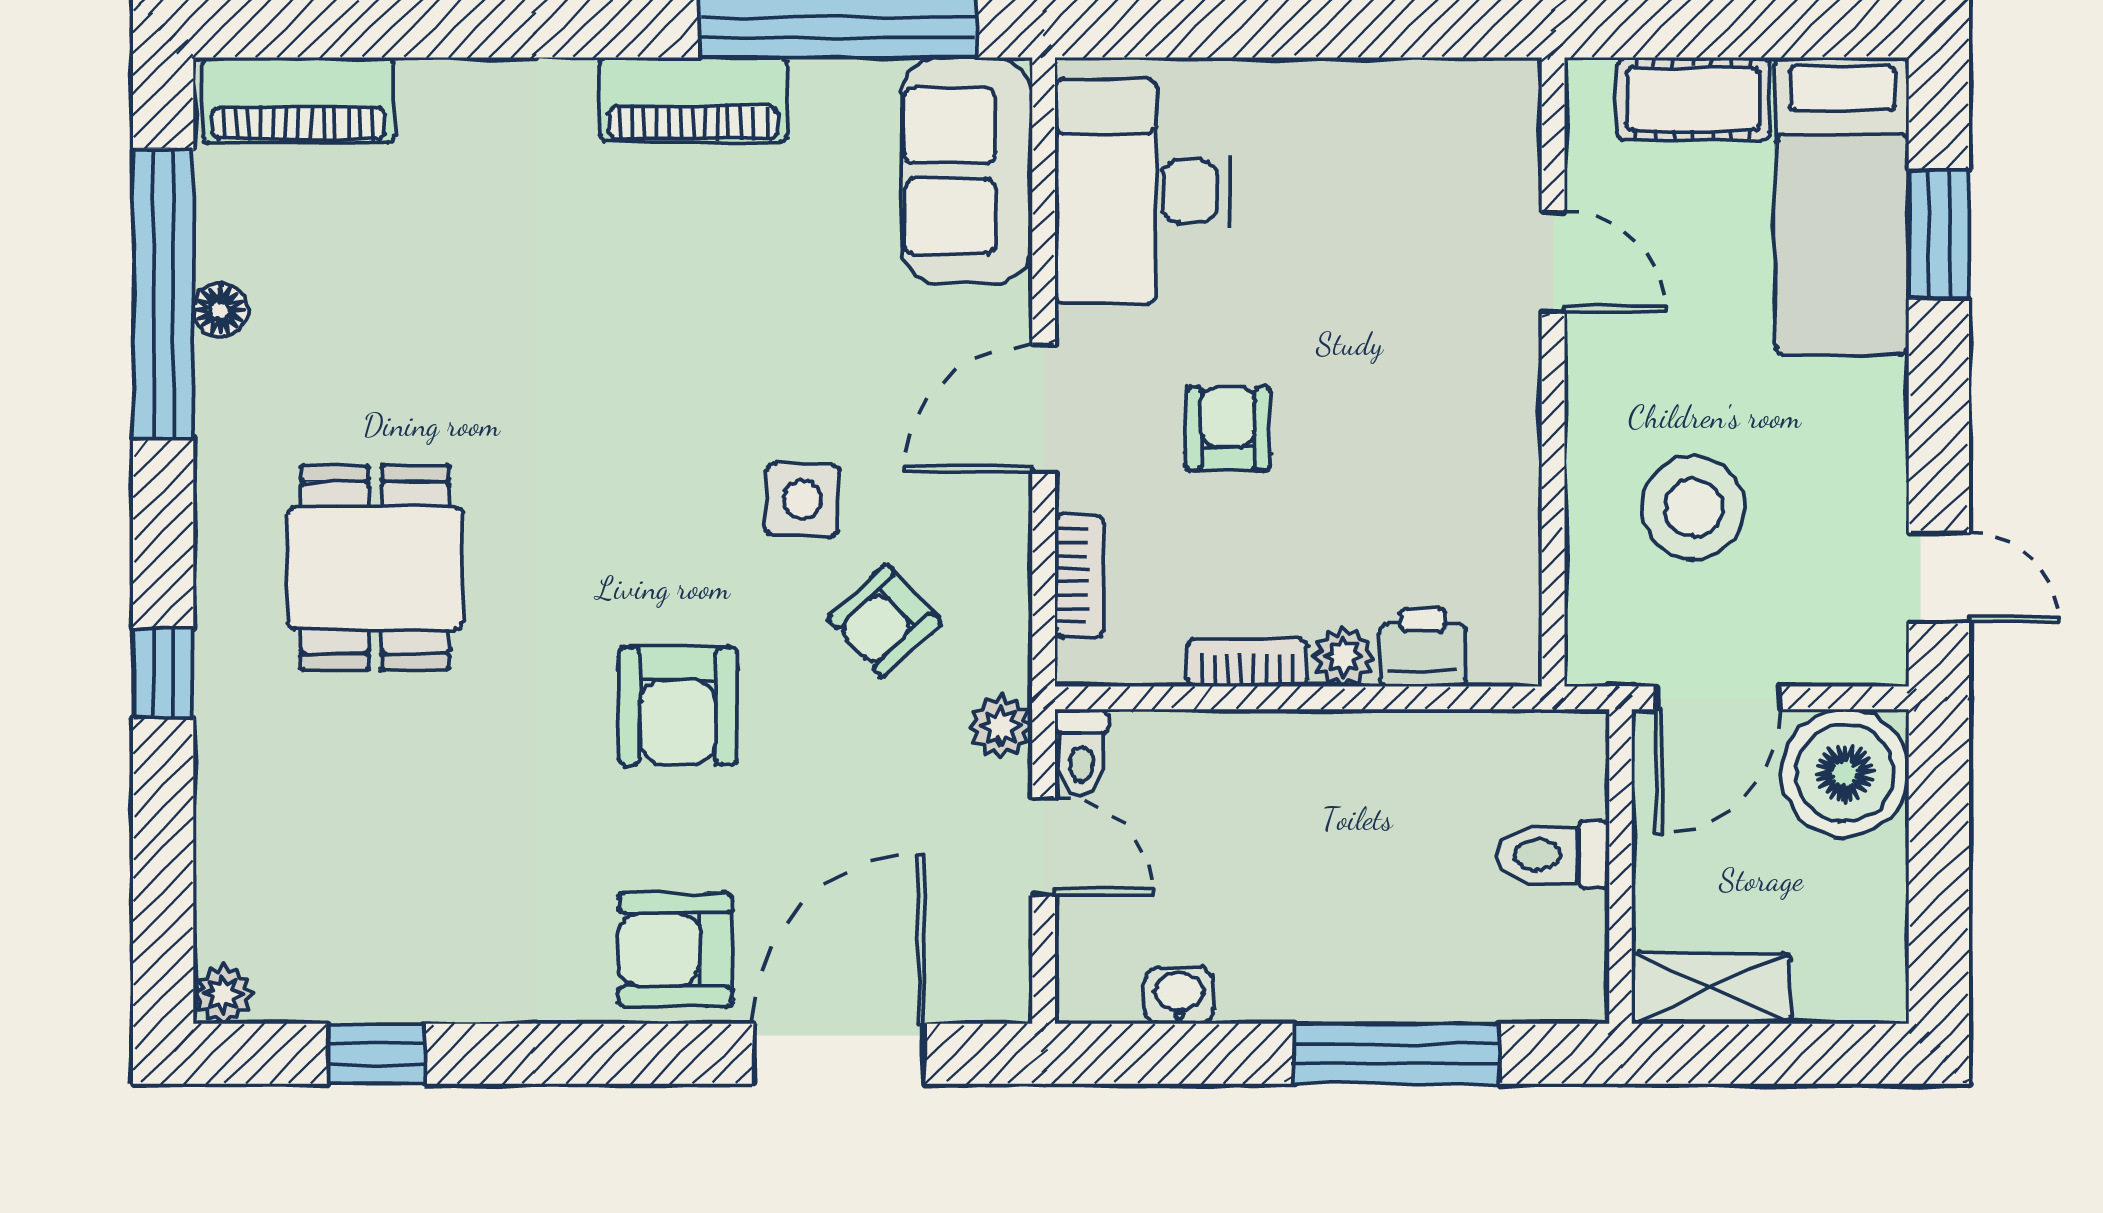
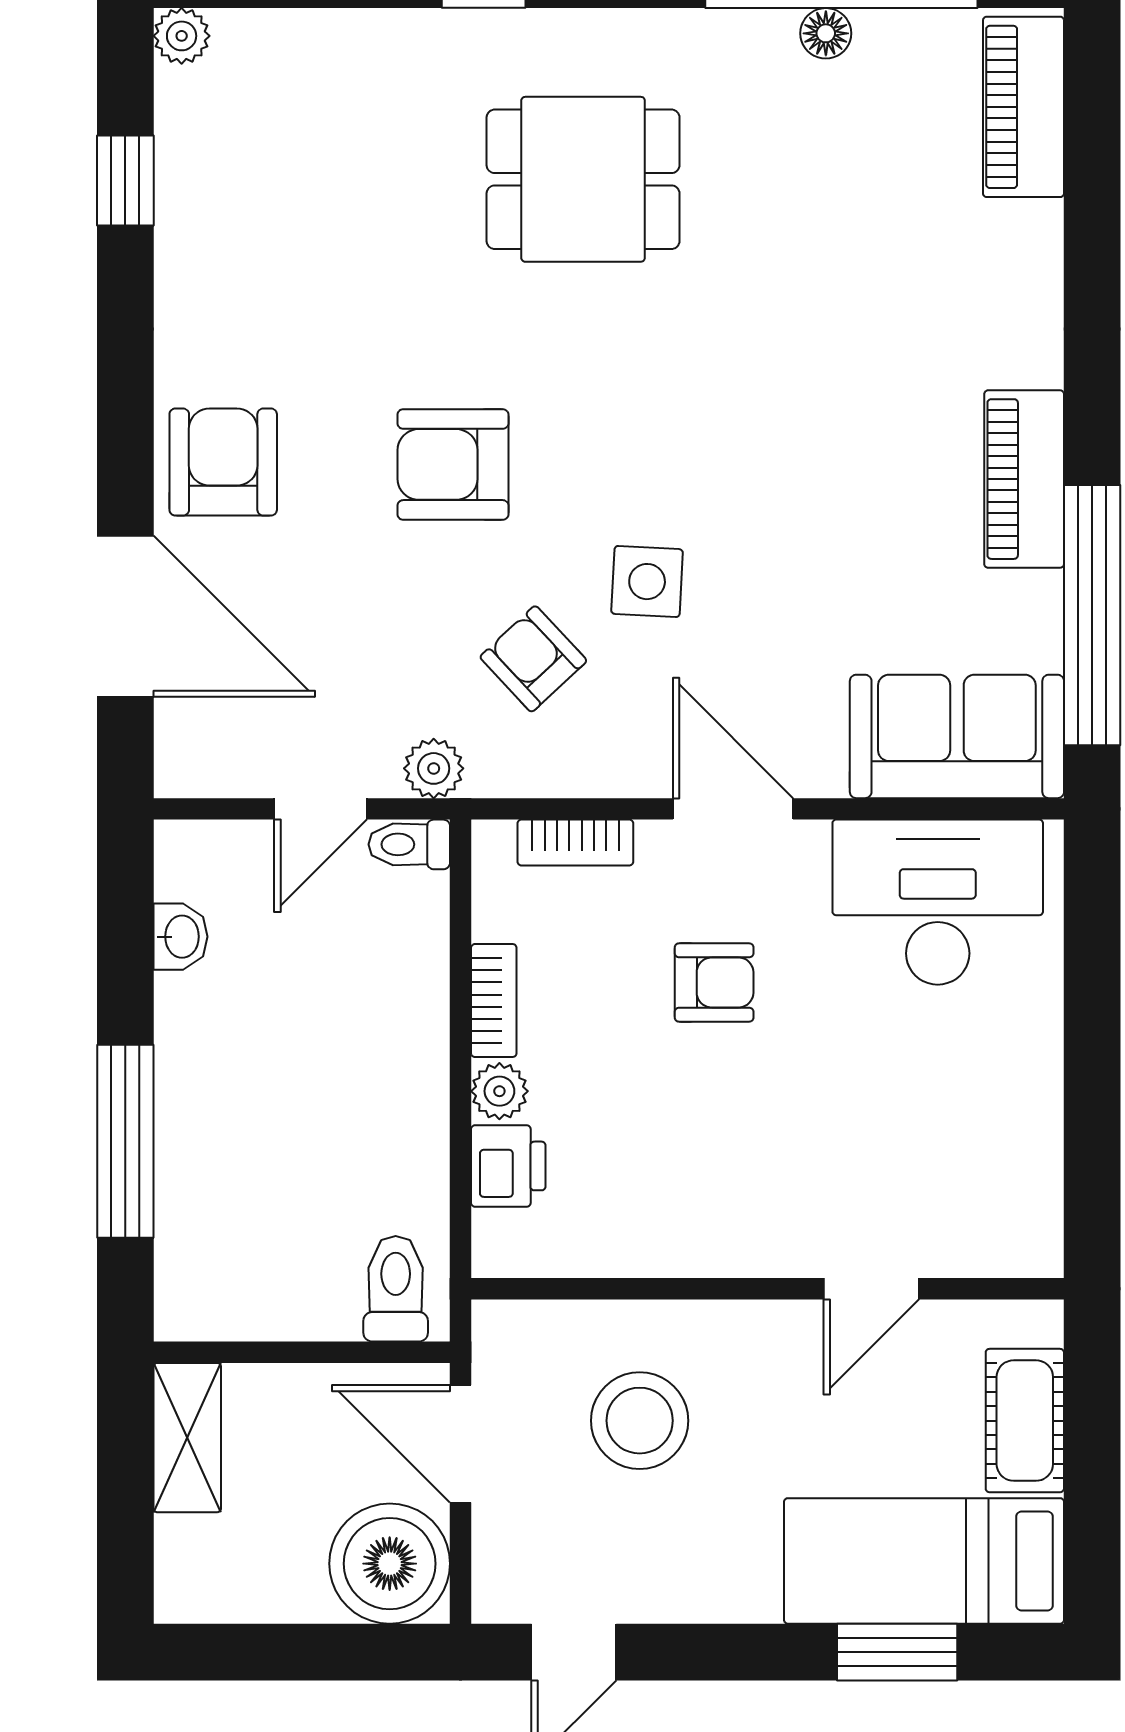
toilet: (1553, 855) -> (396, 1289), moved

